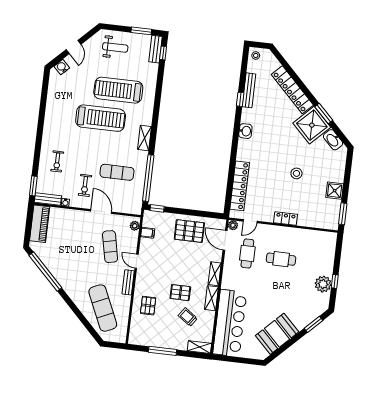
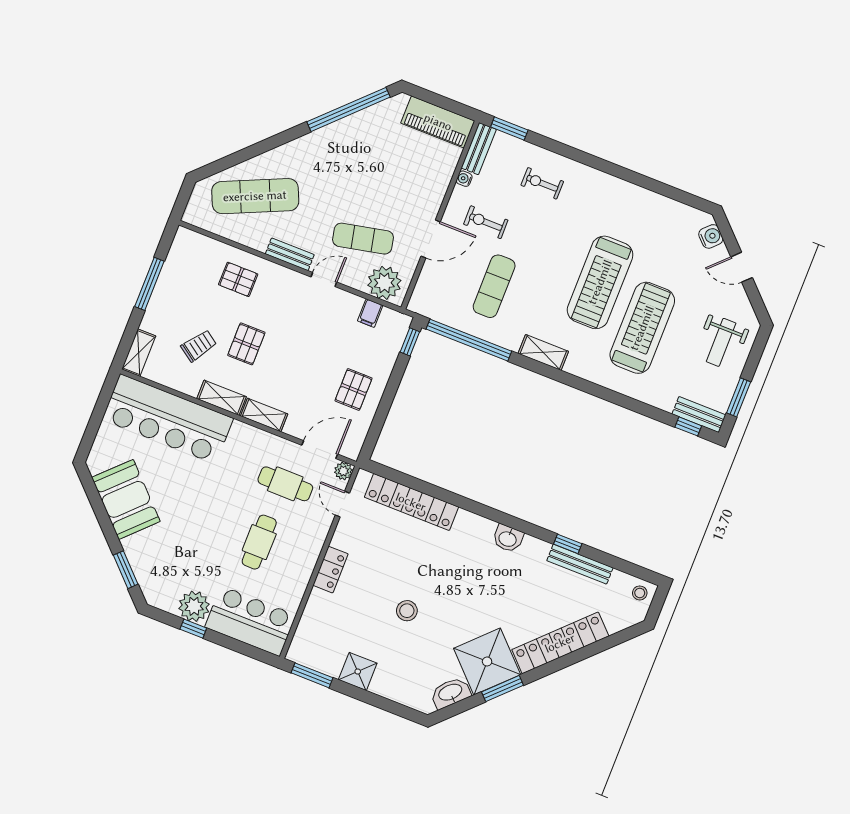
plant: (135, 226) -> (384, 283), width x1.87, depth x1.87
pallet: (189, 231) -> (354, 389), width x0.67, depth x0.71
bar counter: (323, 253) -> (250, 621), added

